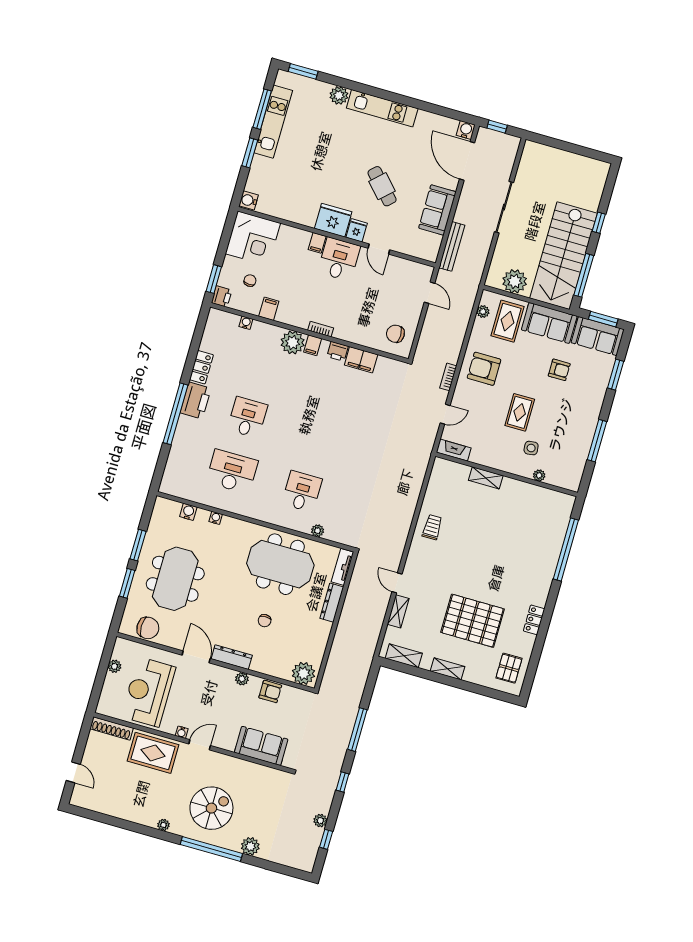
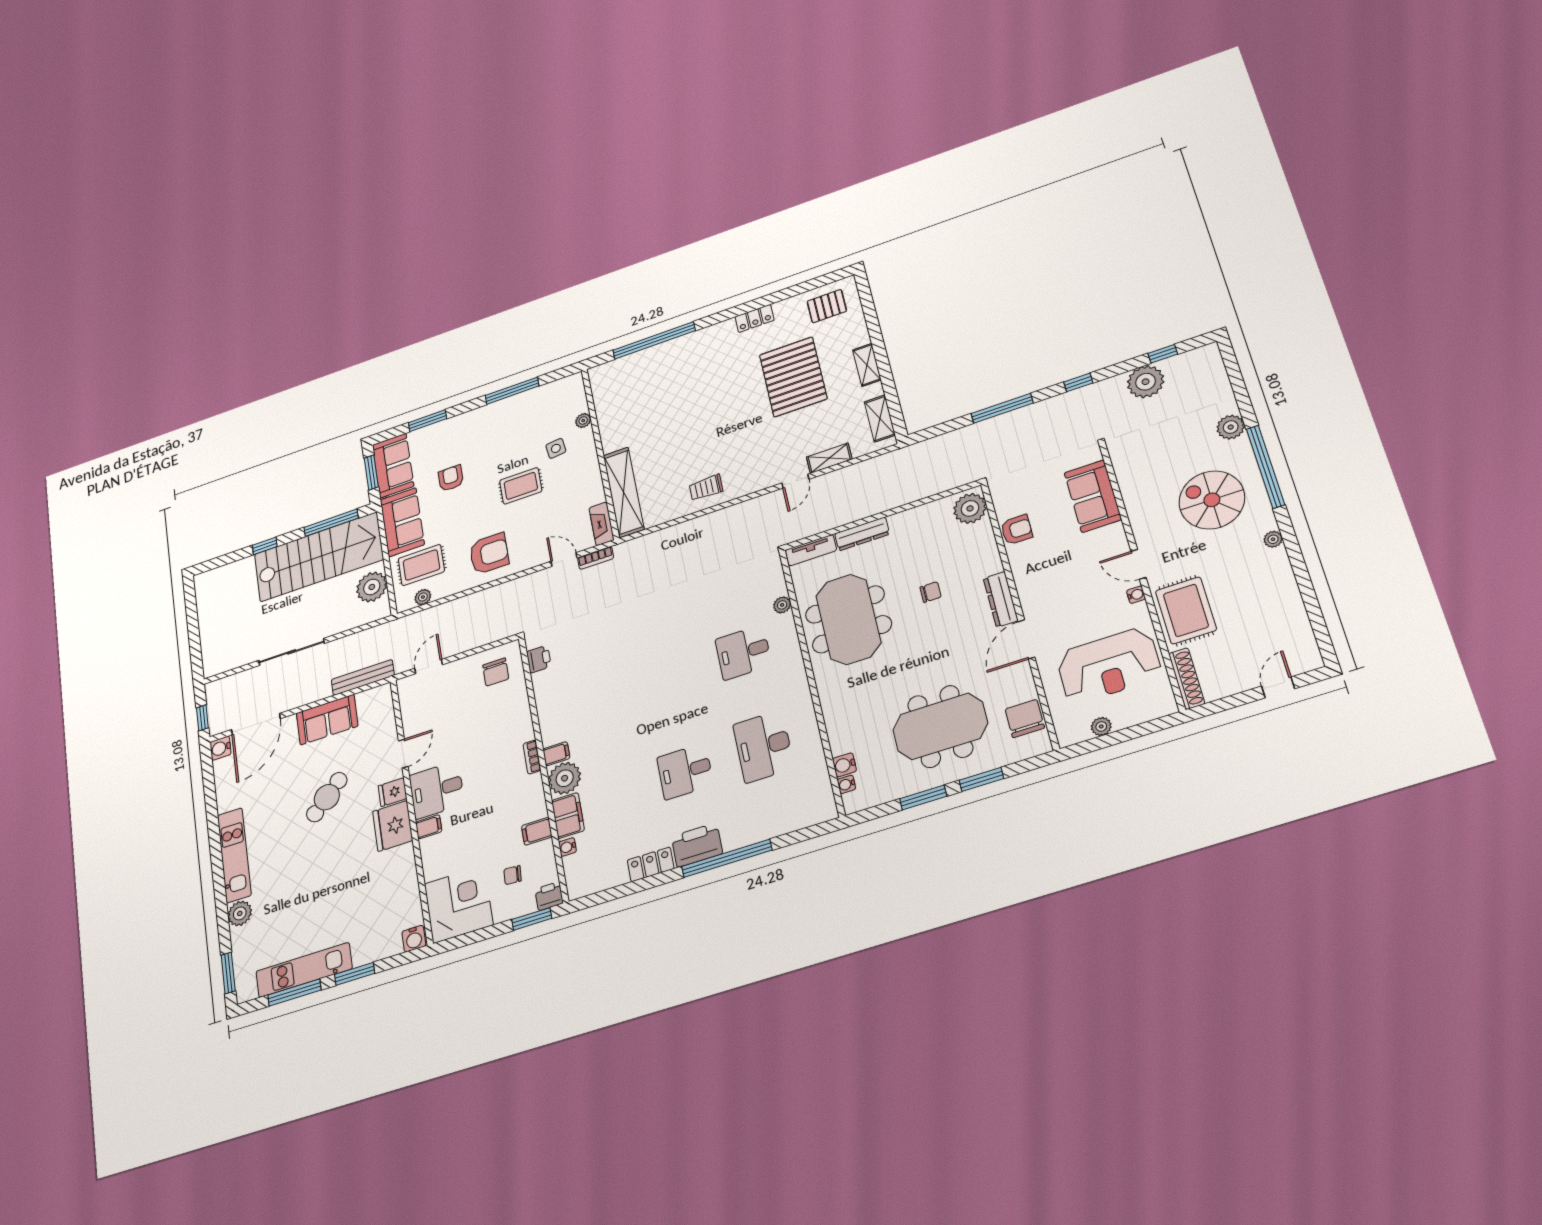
printer: (338, 351) -> (539, 659), moved
filing cabinet: (361, 360) -> (568, 816), moved
armchair: (484, 369) -> (489, 554), turned -90
bookcase: (448, 377) -> (596, 558), moved
shelving: (486, 478) -> (624, 492), width x2.20, depth x1.33
water cooler: (216, 518) -> (846, 784), moved
plant: (242, 679) -> (1021, 571), removed
armchair: (270, 691) -> (1017, 530), turned 90
plant: (320, 821) -> (1146, 382), width x1.88, depth x1.88

